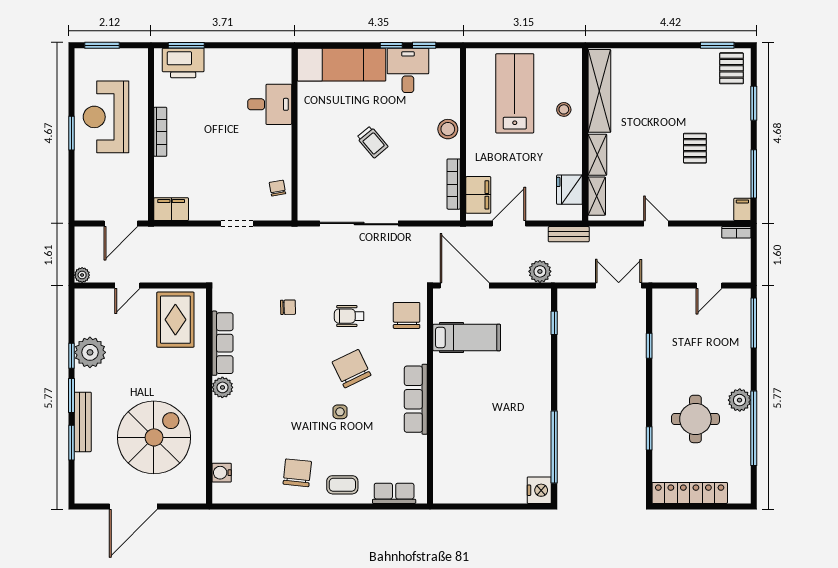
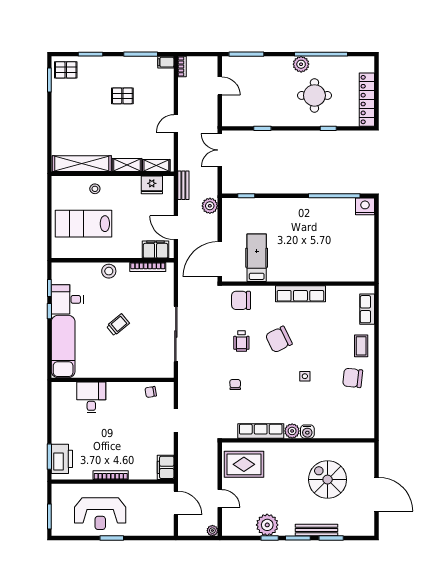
side table: (340, 412) -> (305, 376), moved
spiral stairs: (154, 437) -> (328, 480), width x0.73, depth x0.73
water cooler: (222, 473) -> (307, 432), moved

